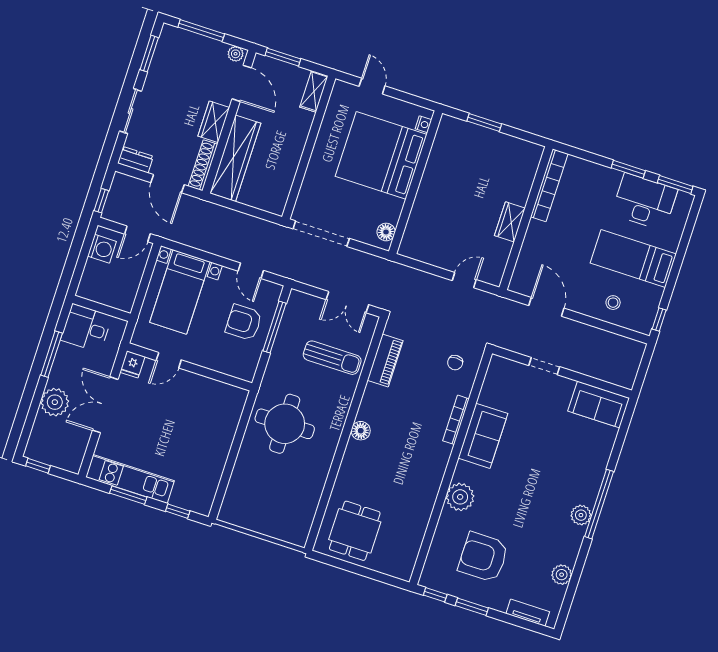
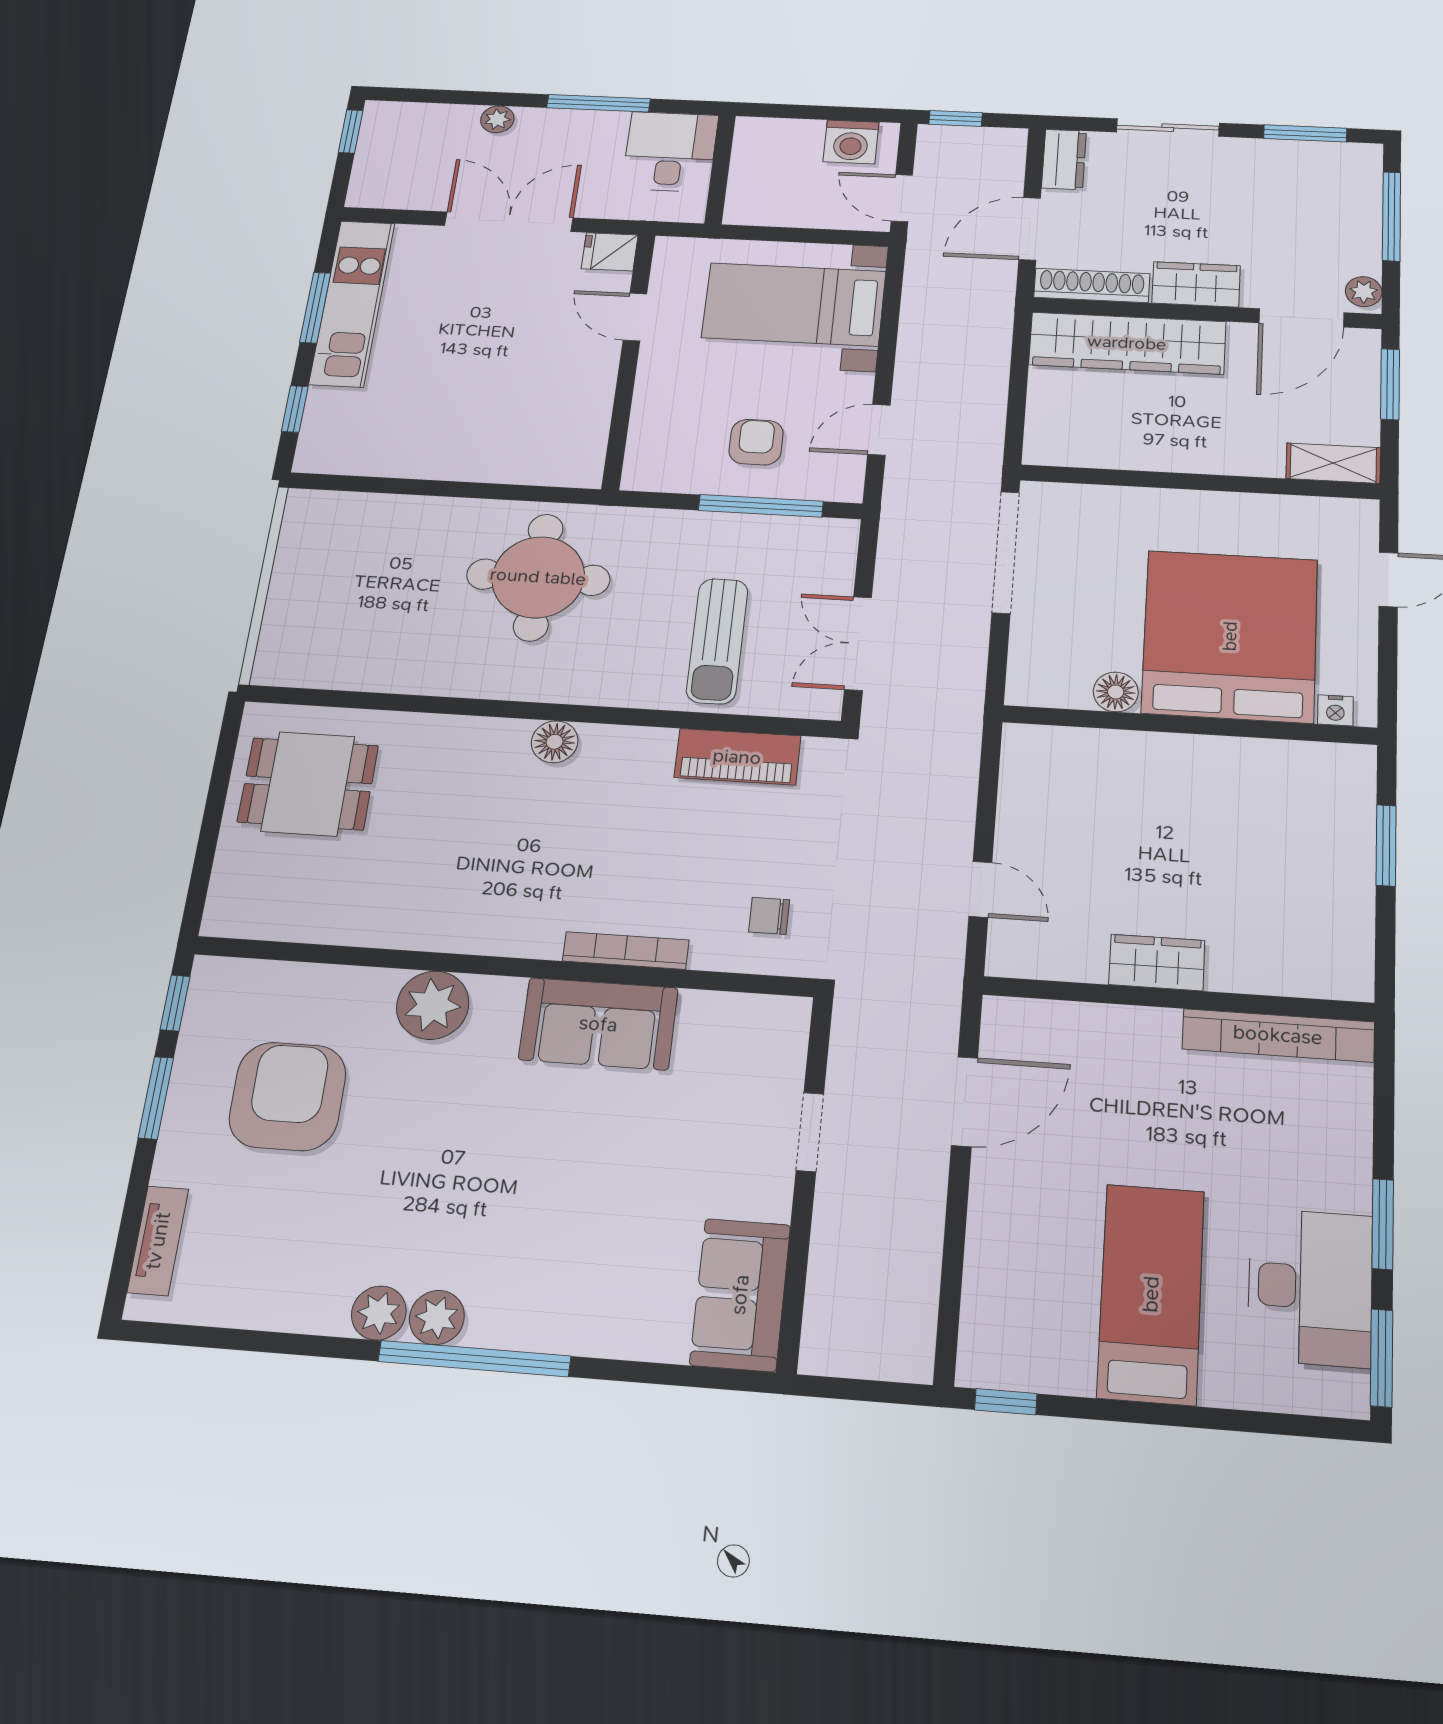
floor lamp: (386, 232) -> (1116, 692), moved
stool: (613, 303) -> (1020, 1268), removed
armchair: (244, 322) -> (756, 442), width x0.72, depth x0.72
plant: (55, 402) -> (497, 119), width x0.53, depth x0.53
plant: (562, 575) -> (379, 1313), moved

